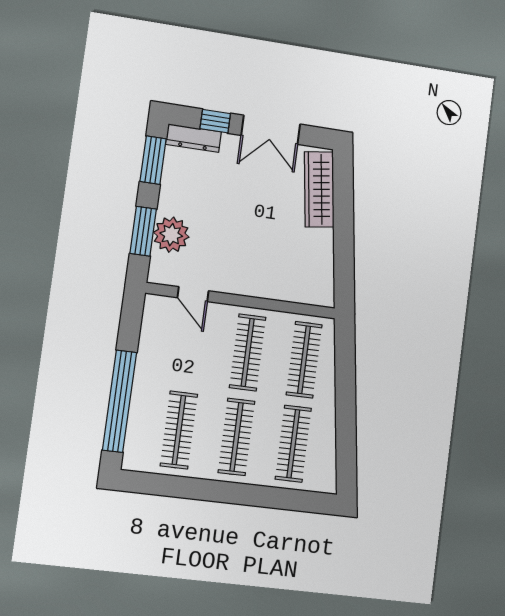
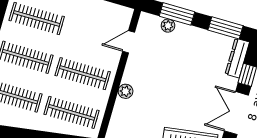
plant: (171, 235) -> (168, 26), width x0.53, depth x0.53
plant: (263, 288) -> (126, 91), added

